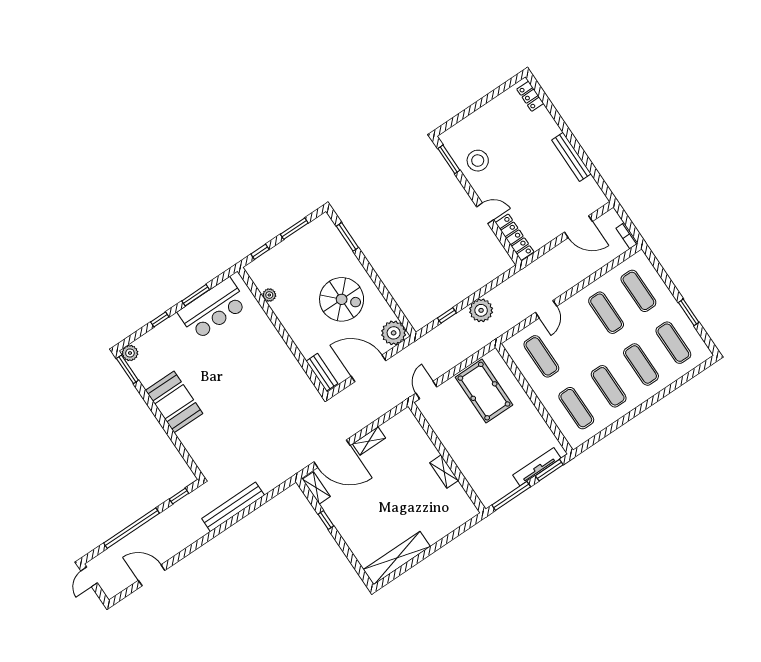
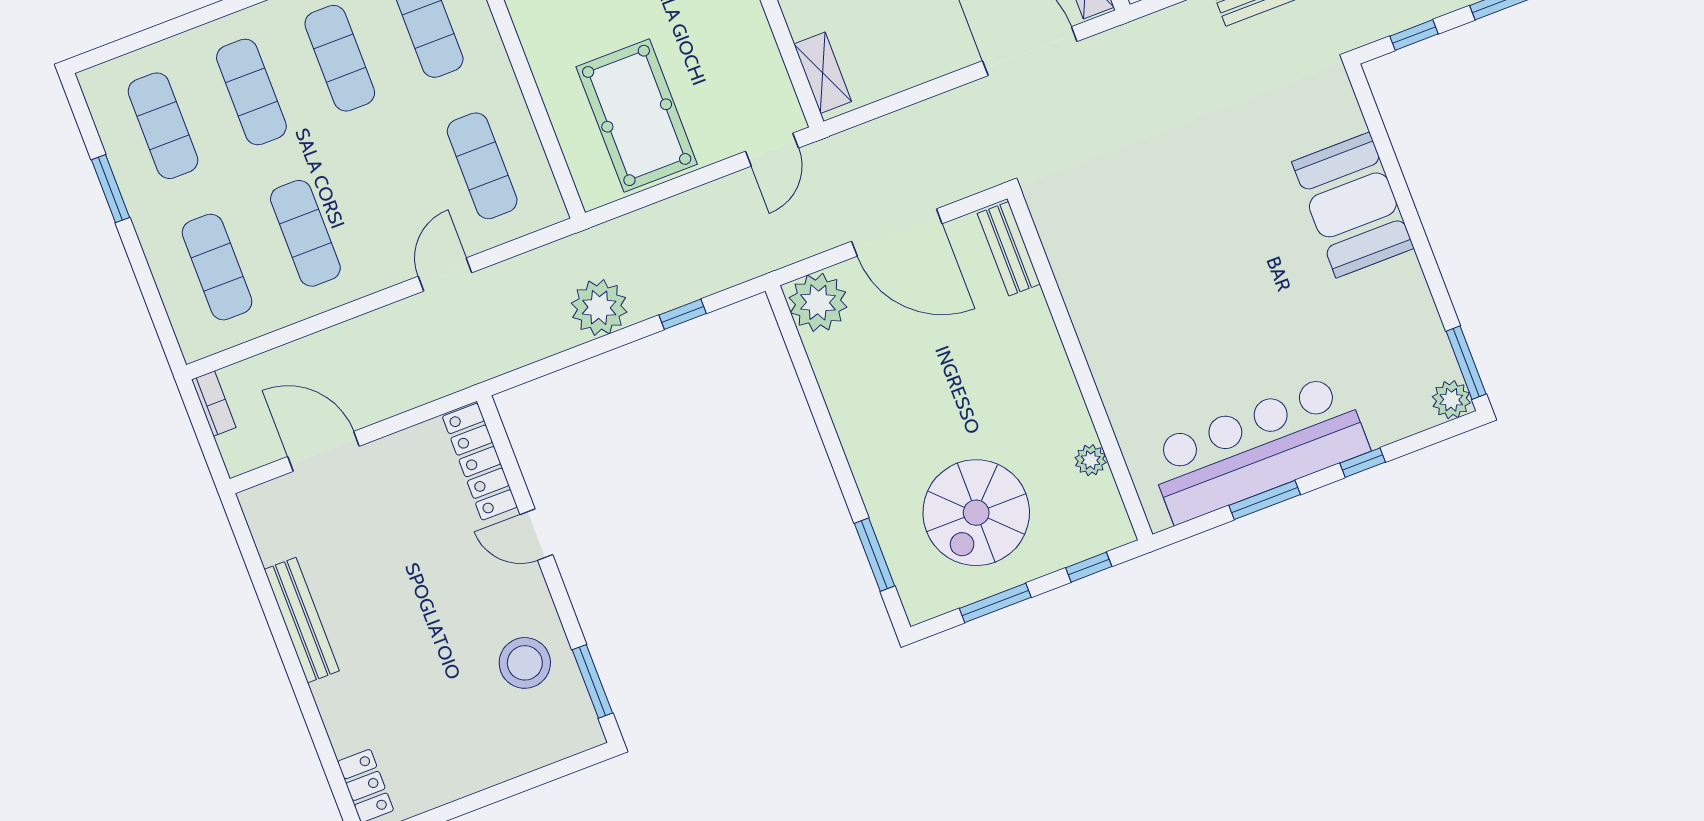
spiral stairs: (342, 299) -> (976, 513), moved, turned -90
bar counter: (213, 309) -> (1257, 449), width x1.36
booth: (174, 402) -> (1353, 205), moved
shelving: (369, 441) -> (823, 73), moved, turned 90

